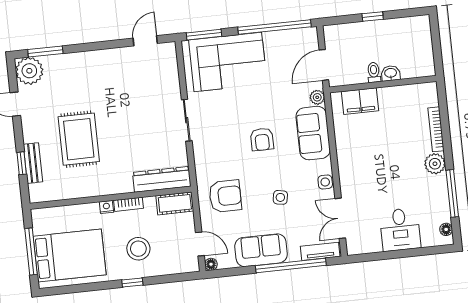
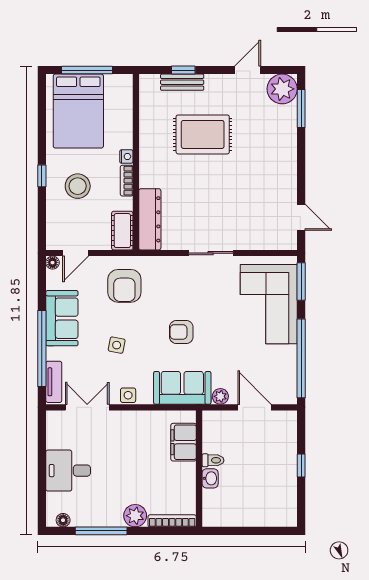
toilet: (374, 72) -> (213, 460), moved
washbasin: (391, 73) -> (210, 478), moved
wall: (383, 84) -> (199, 469), moved
filing cabinet: (360, 101) -> (184, 442), moved

